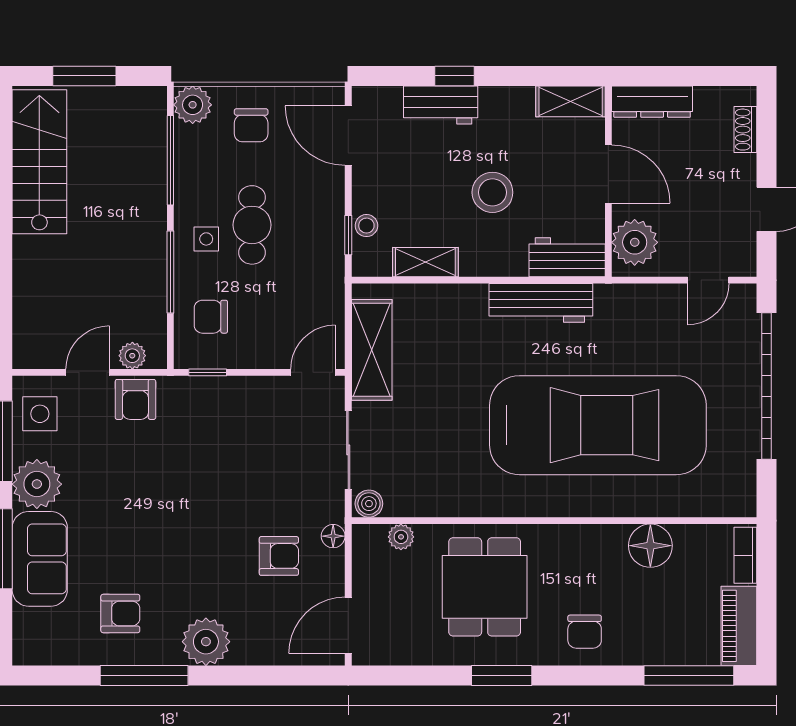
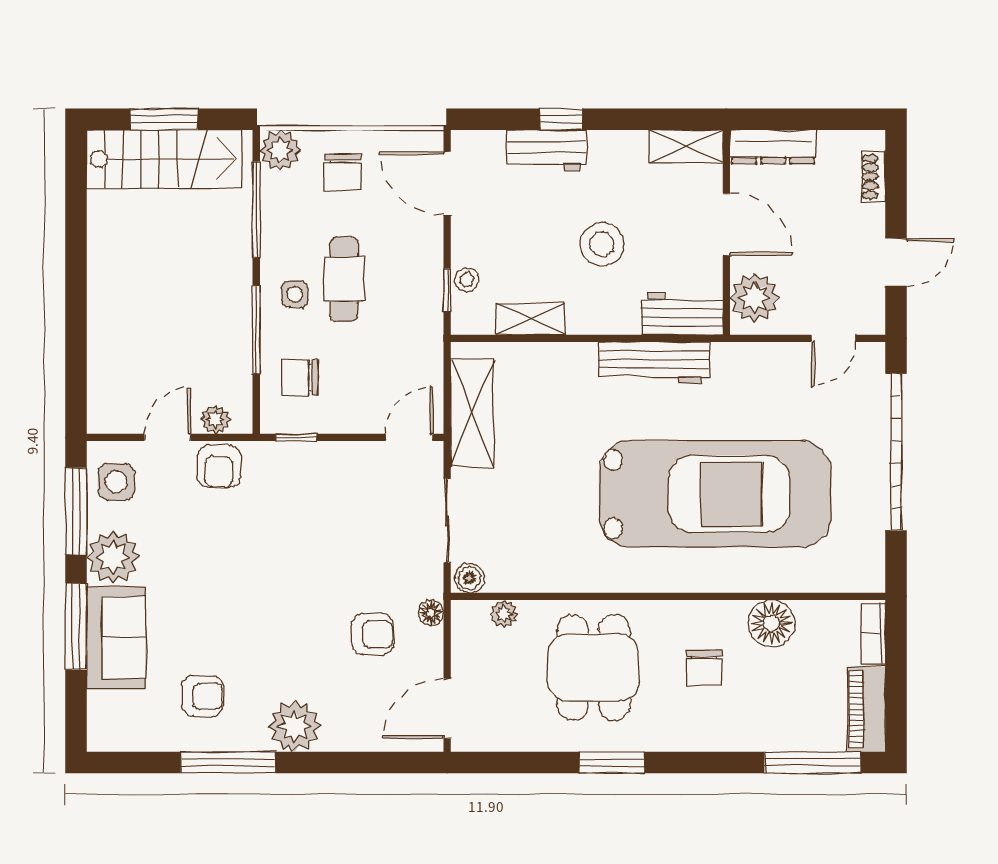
stairs: (39, 162) -> (164, 159), moved, turned 90
chair: (585, 632) -> (704, 668), moved

